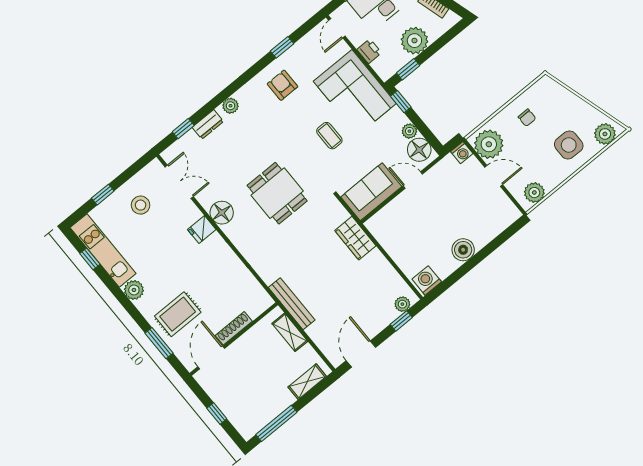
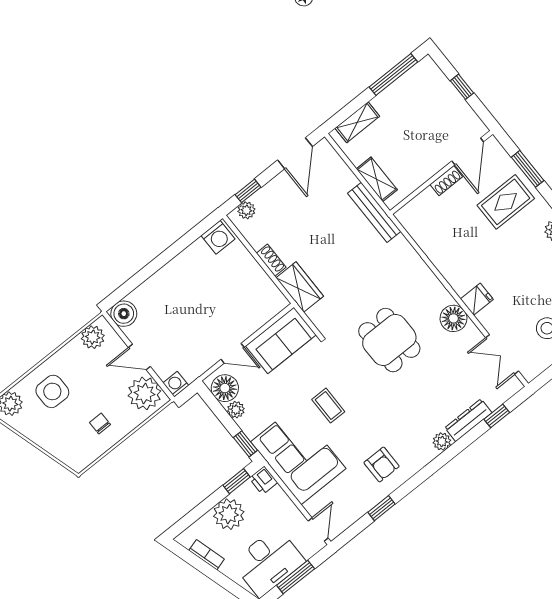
printer: (369, 51) -> (263, 480), moved
dresser: (208, 124) -> (468, 420), width x1.44
boiler: (463, 250) -> (124, 314), moved
shoe rack: (380, 261) -> (271, 260), added
shoe rack: (234, 328) -> (446, 181), width x0.70

